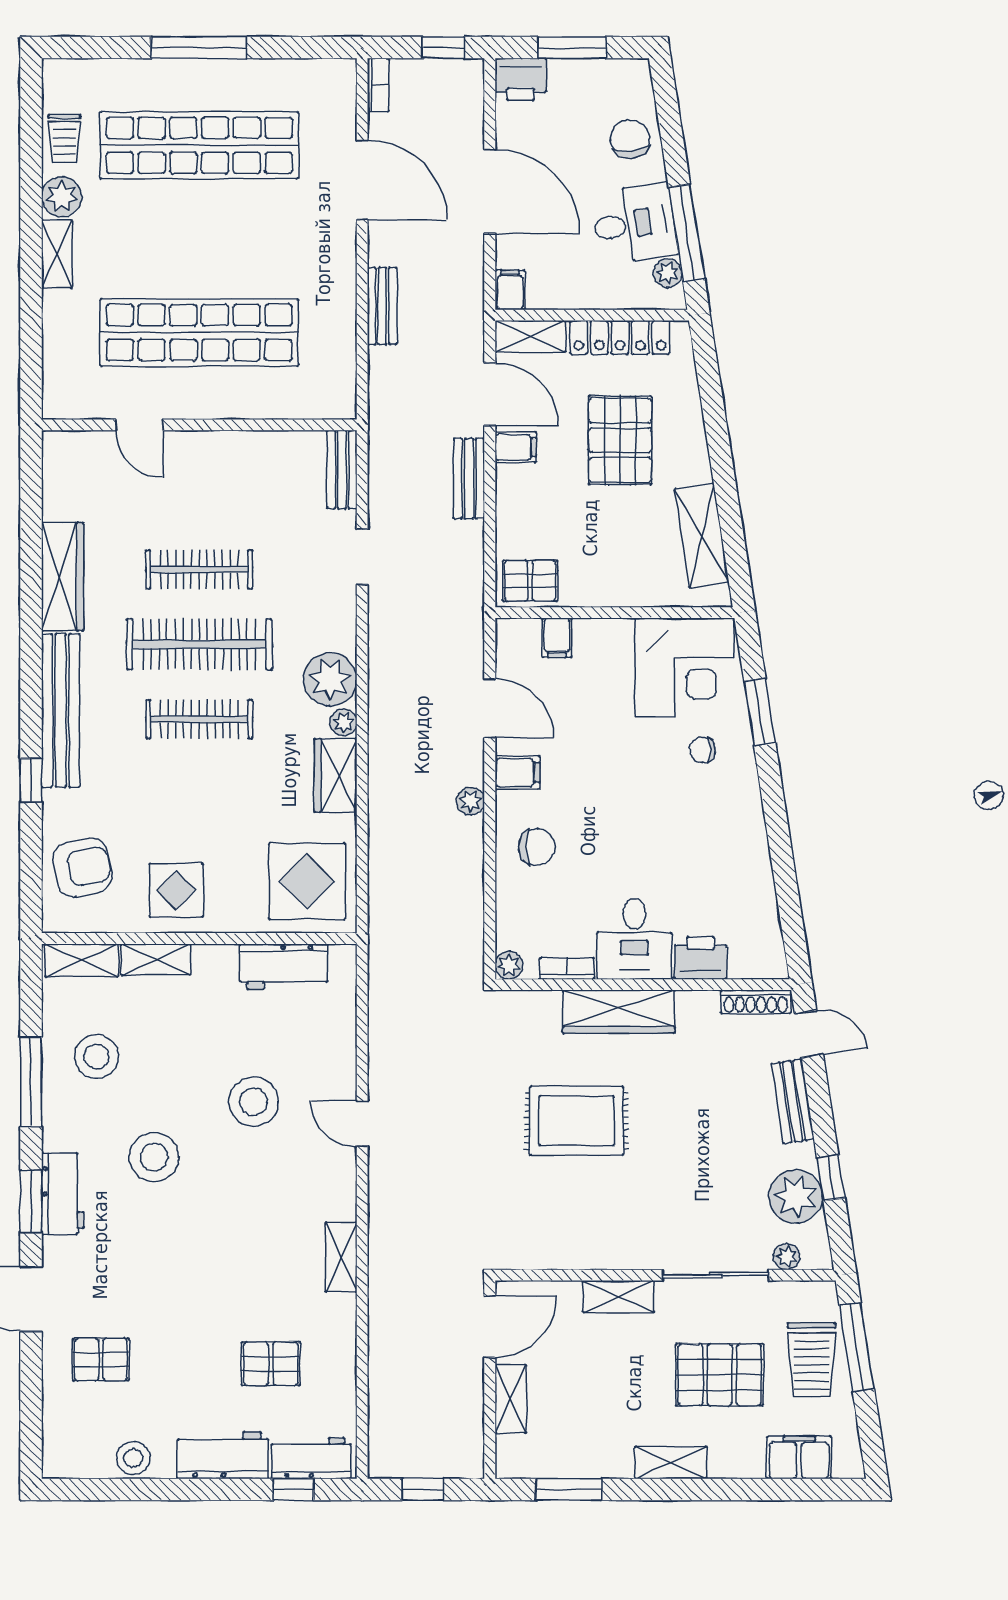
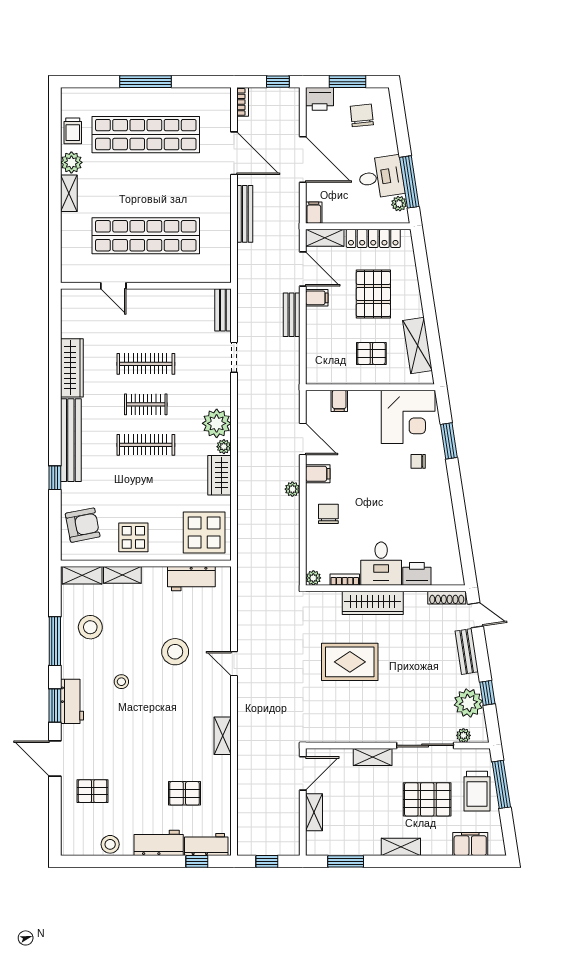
chair: (630, 139) -> (362, 115), moved
bench: (382, 306) -> (245, 214), width x1.36
pallet: (530, 581) -> (371, 353), moved
clothes rail: (199, 644) -> (146, 404), width x0.54, depth x0.76
chair: (537, 847) -> (328, 514), turned -90
stool: (154, 1157) -> (121, 682), width x0.53, depth x0.53

